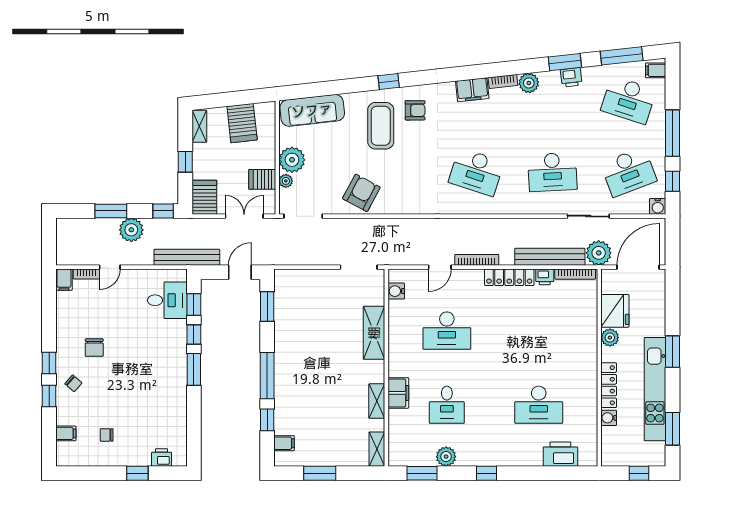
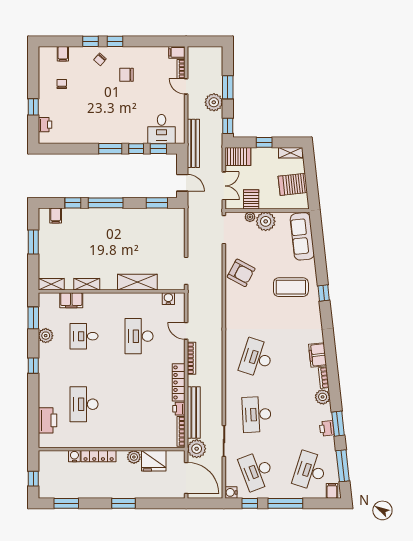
armchair: (415, 110) -> (302, 313), removed
kitchen unit: (655, 389) -> (96, 490), removed
filing cabinet: (398, 393) -> (71, 300), moved

